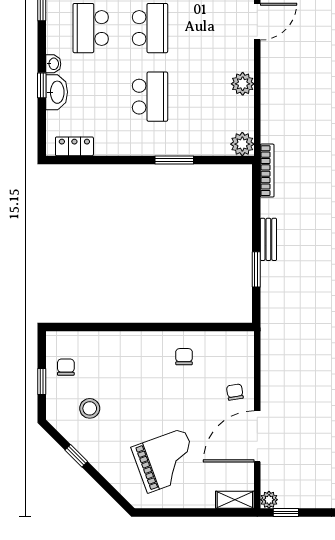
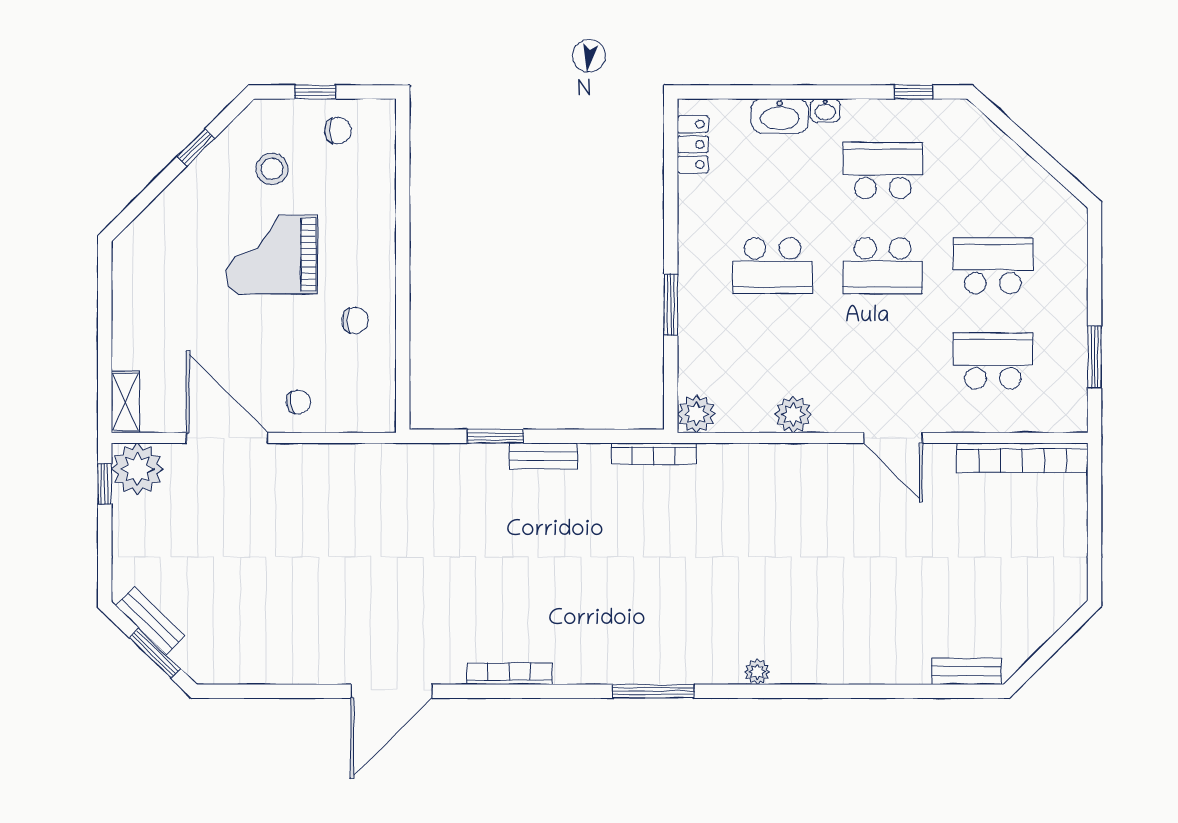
window: (42, 85) -> (791, 92), removed
grand piano: (166, 461) -> (272, 255), moved, turned 110
plant: (269, 500) -> (138, 469), width x1.87, depth x1.87

